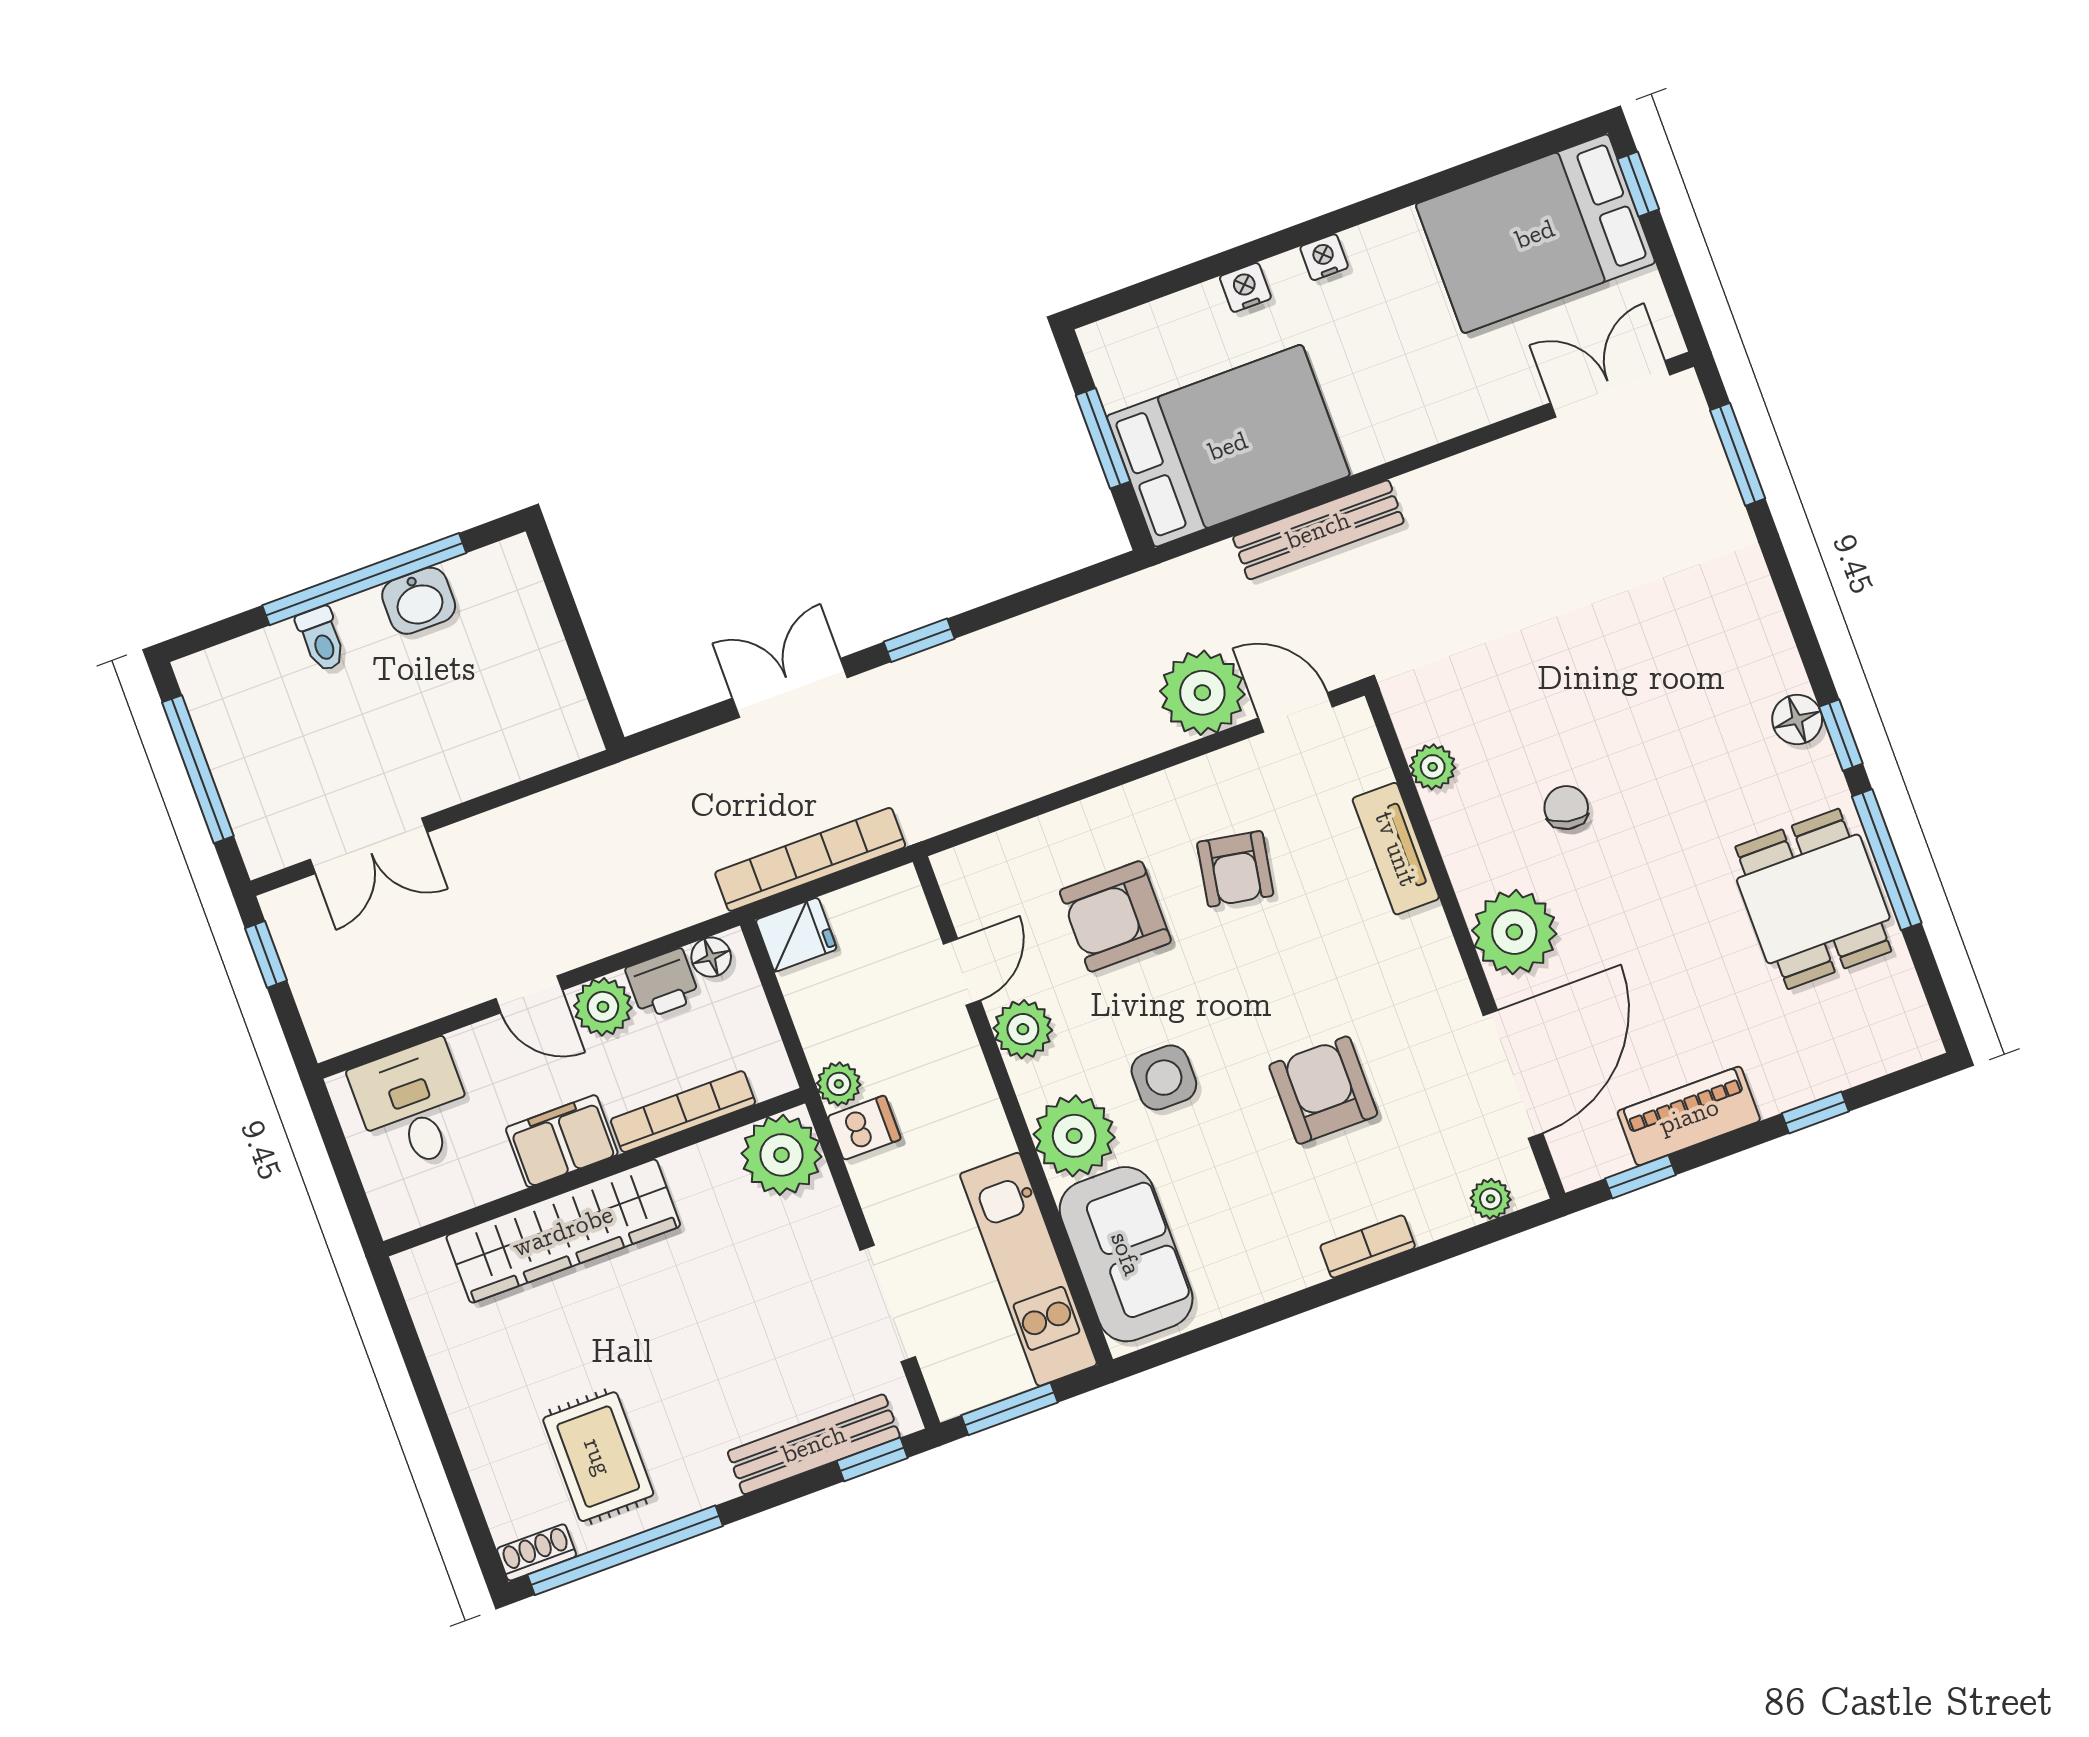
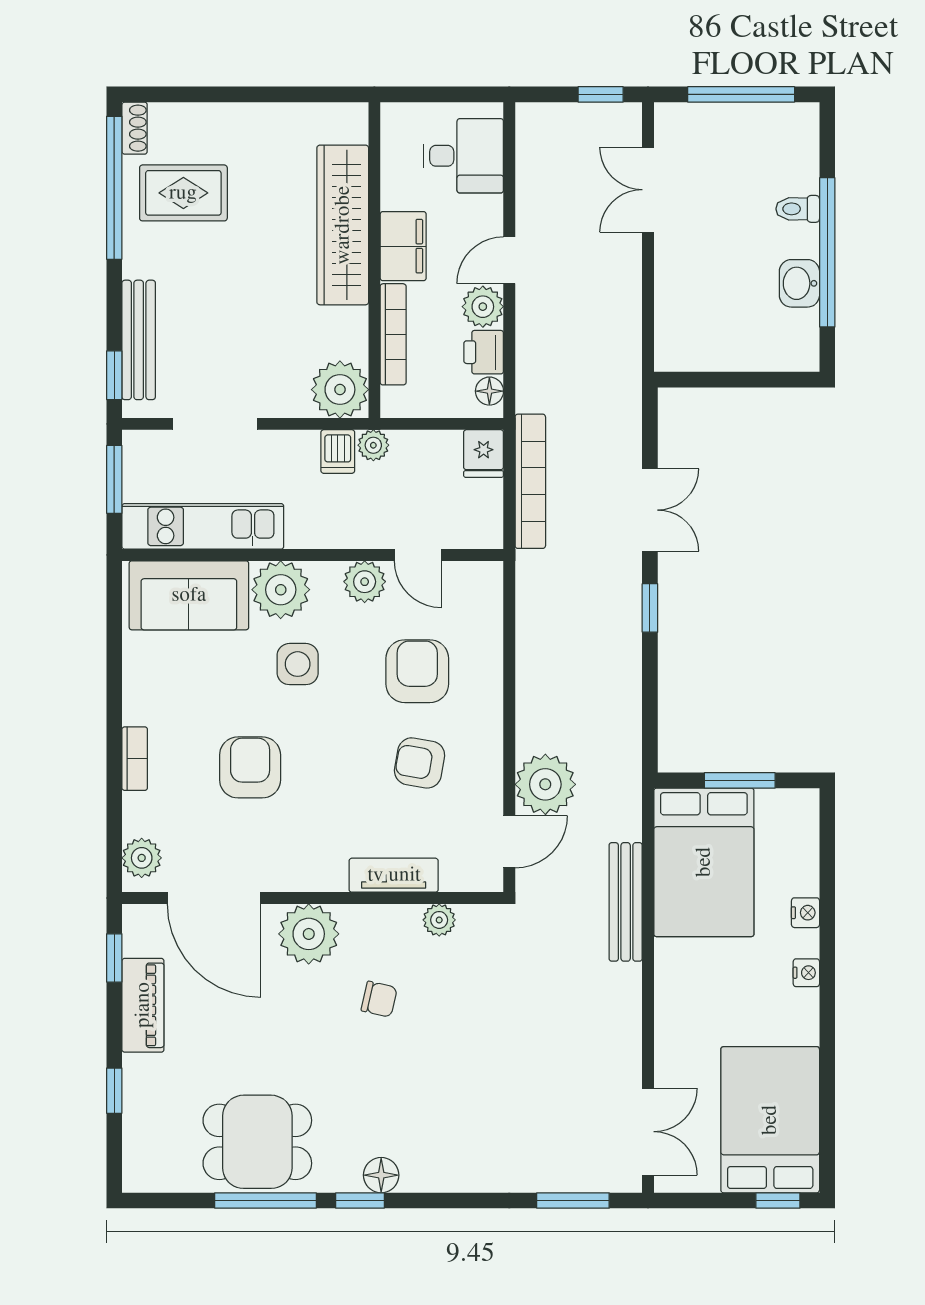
armchair: (1323, 1090) -> (250, 767), turned -90
plant: (1491, 1199) -> (142, 858), width x1.38, depth x1.38

